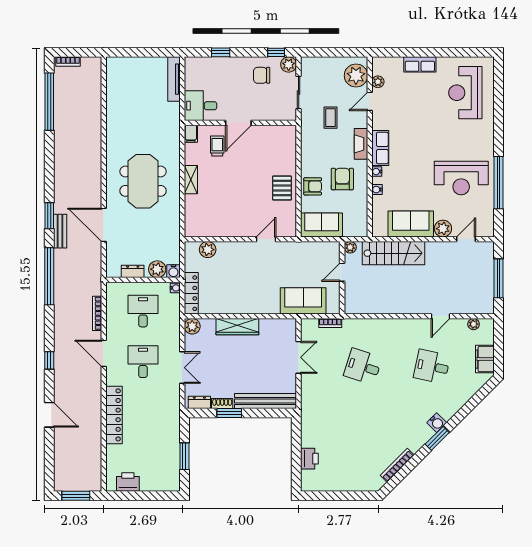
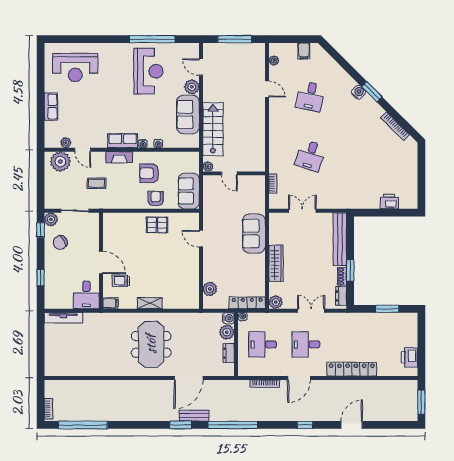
chair: (262, 75) -> (60, 242), turned 61
meeting table: (143, 181) -> (151, 344), turned 90
sofa: (303, 301) -> (254, 234), moved
filing cabinet: (485, 359) -> (304, 51), width x0.50

